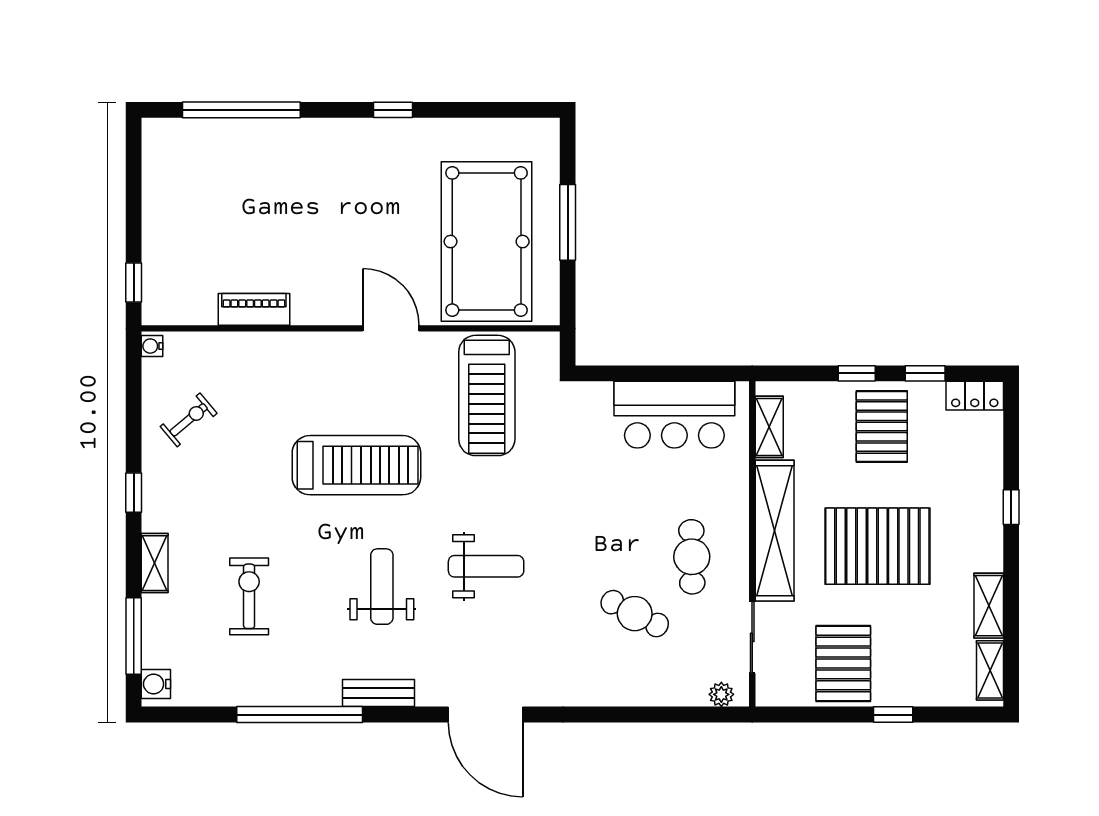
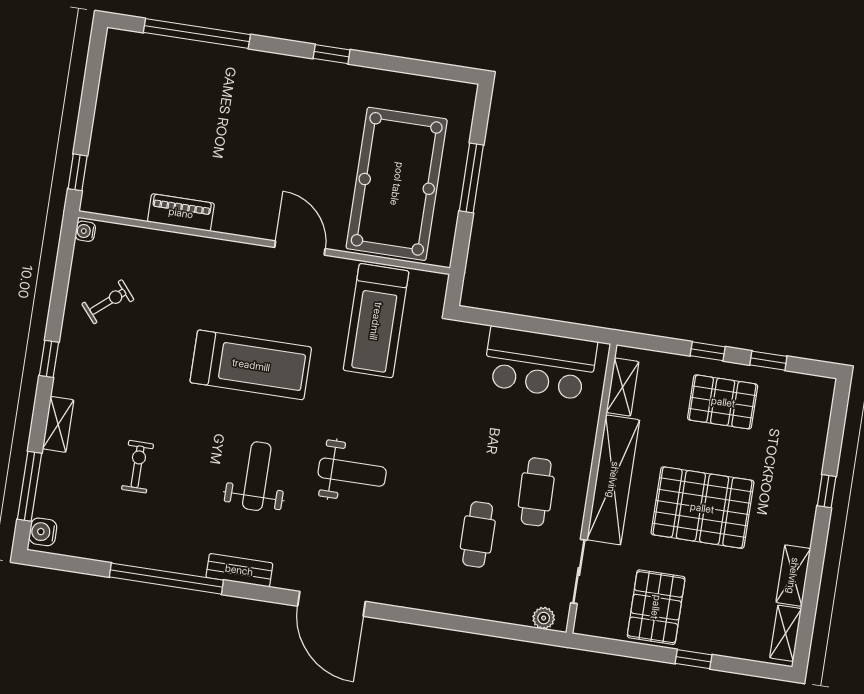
locker: (975, 396) -> (809, 387), removed
pallet: (882, 427) -> (723, 402), turned 90
exercise bike: (249, 596) -> (138, 467), width x0.73, depth x0.72
cafe table: (635, 614) -> (478, 534), turned 63

